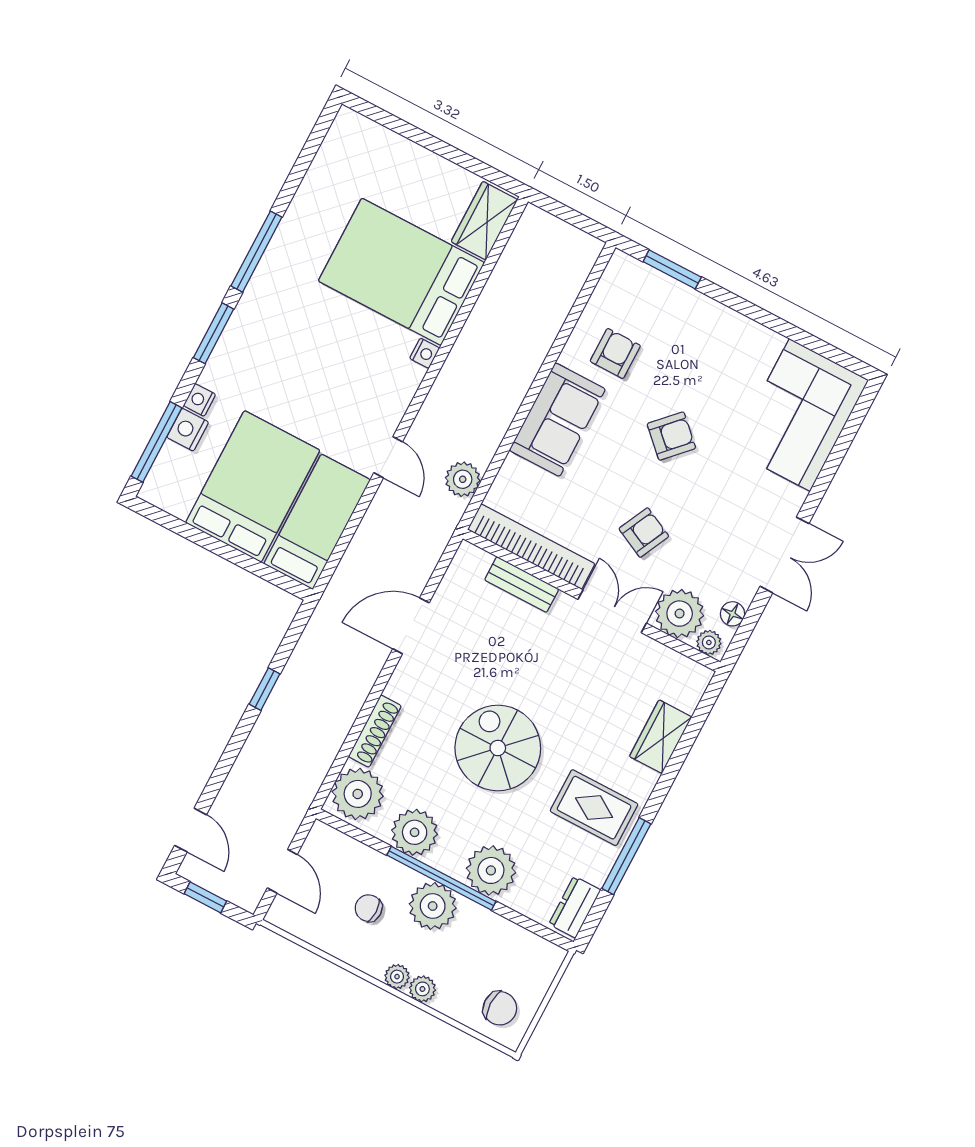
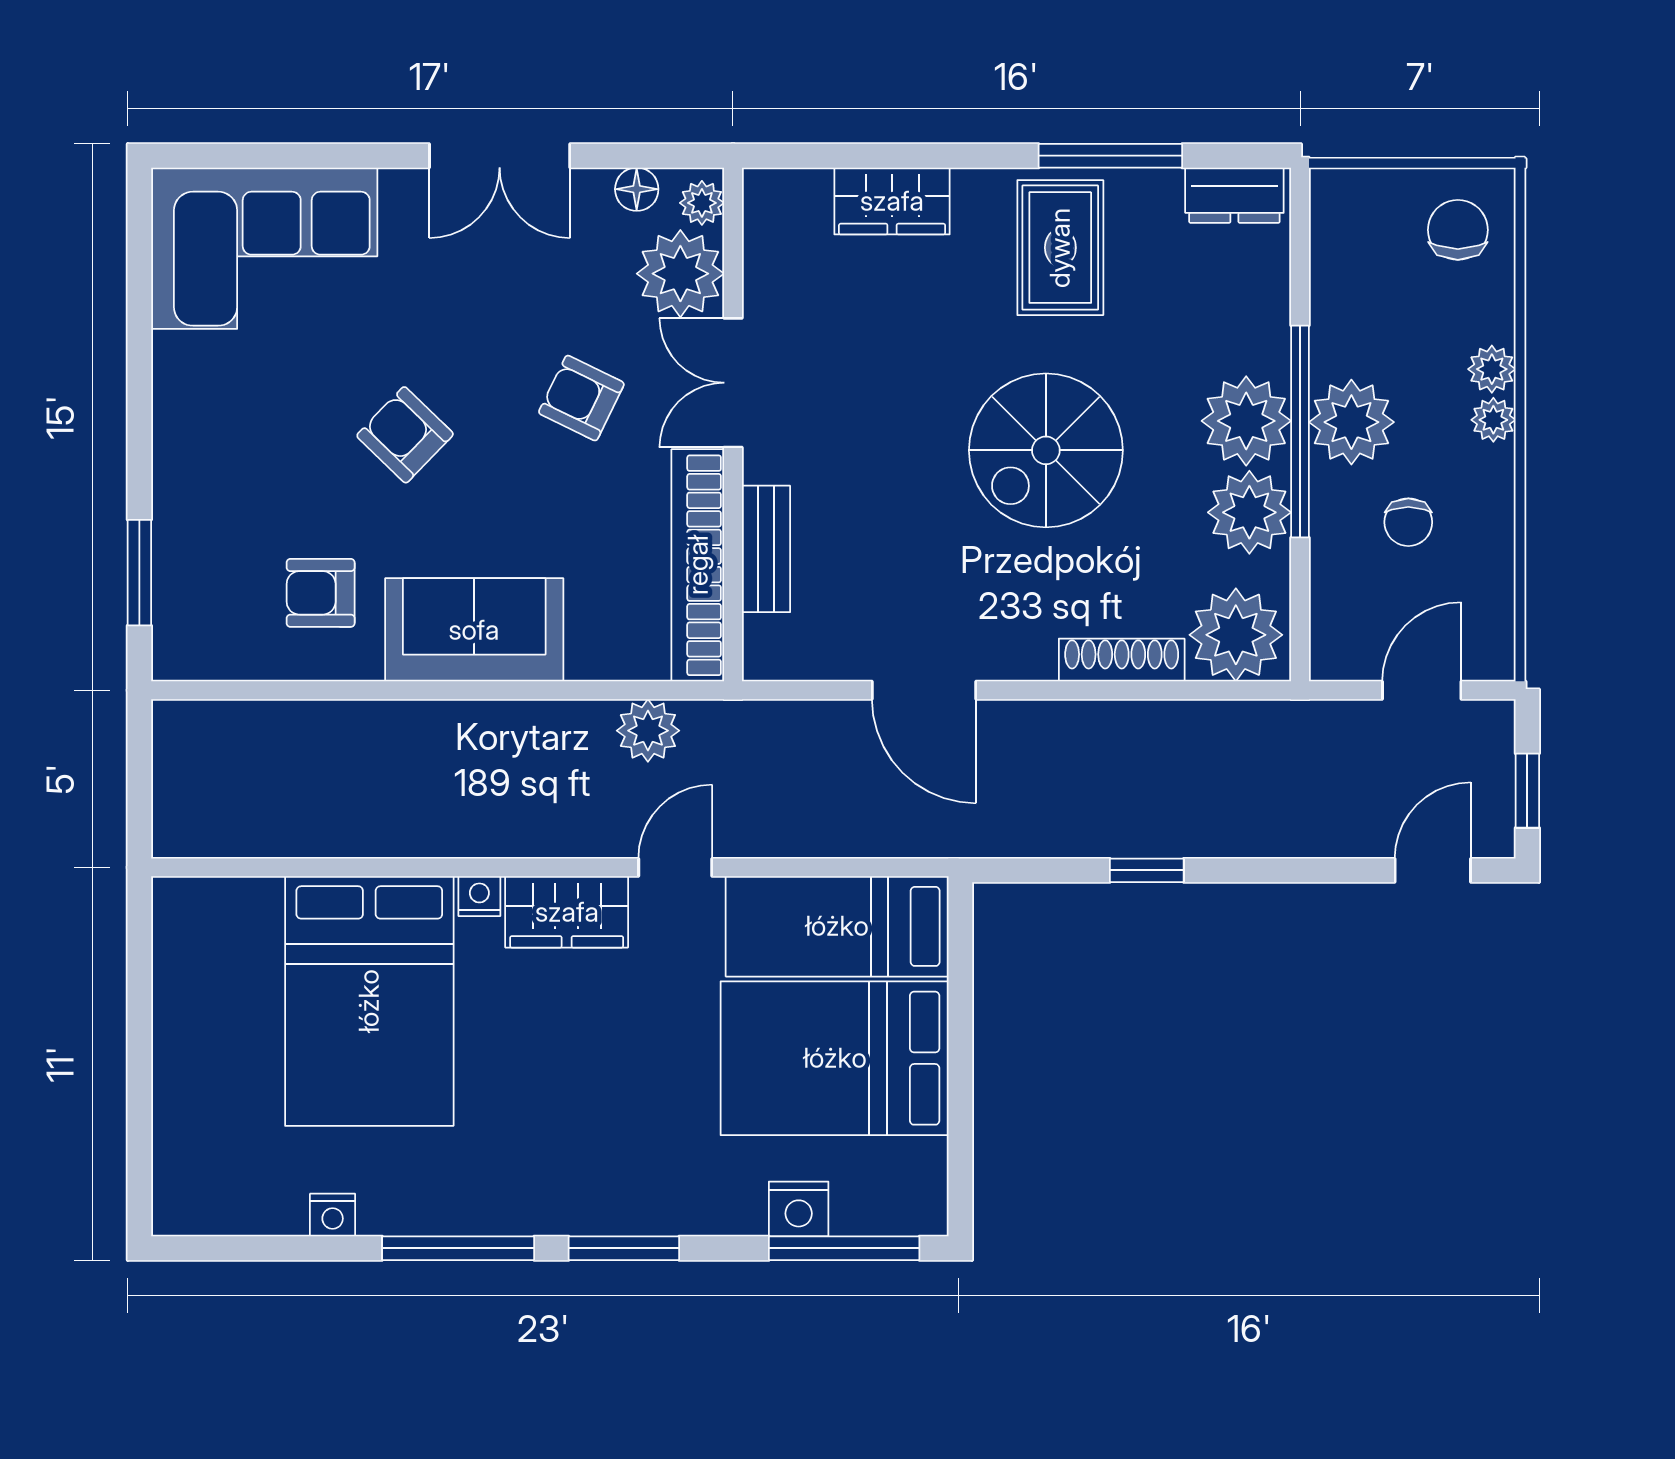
wardrobe: (484, 221) -> (567, 912), moved
nightstand: (200, 400) -> (333, 1215), moved
double door: (785, 555) -> (500, 156), swing flipped
plant: (491, 870) -> (1246, 421), moved

